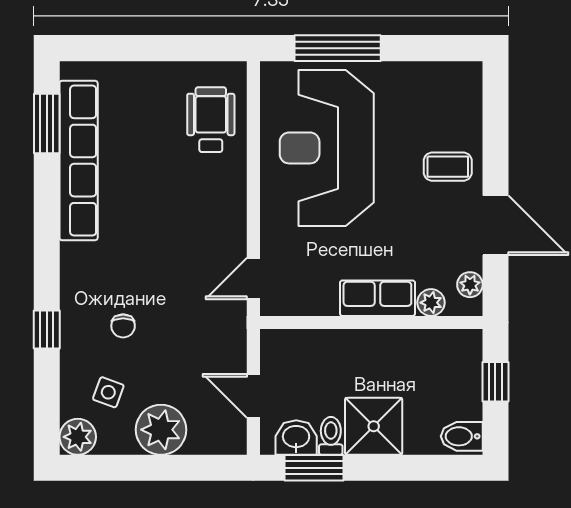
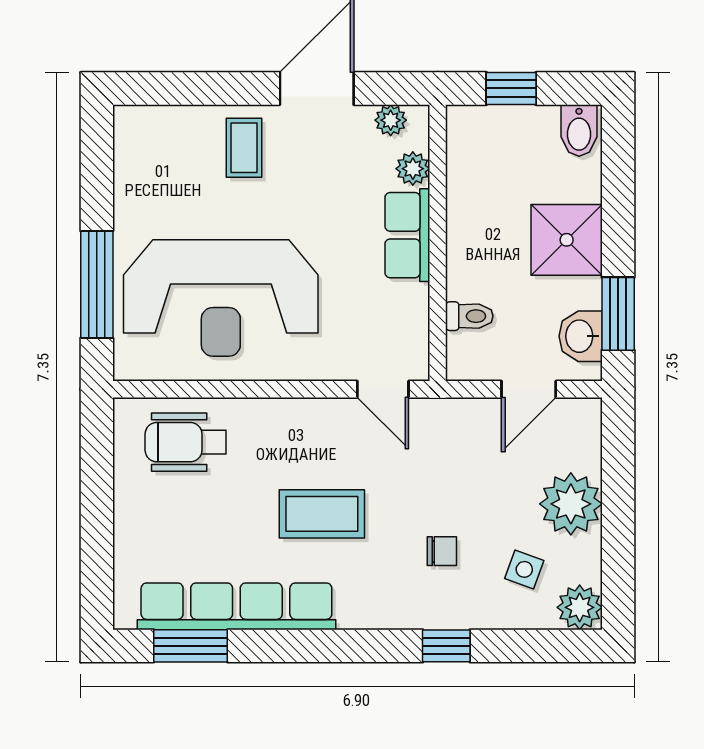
coffee table: (153, 229) -> (322, 514), added
toilet: (331, 436) -> (469, 316), moved, turned 180

